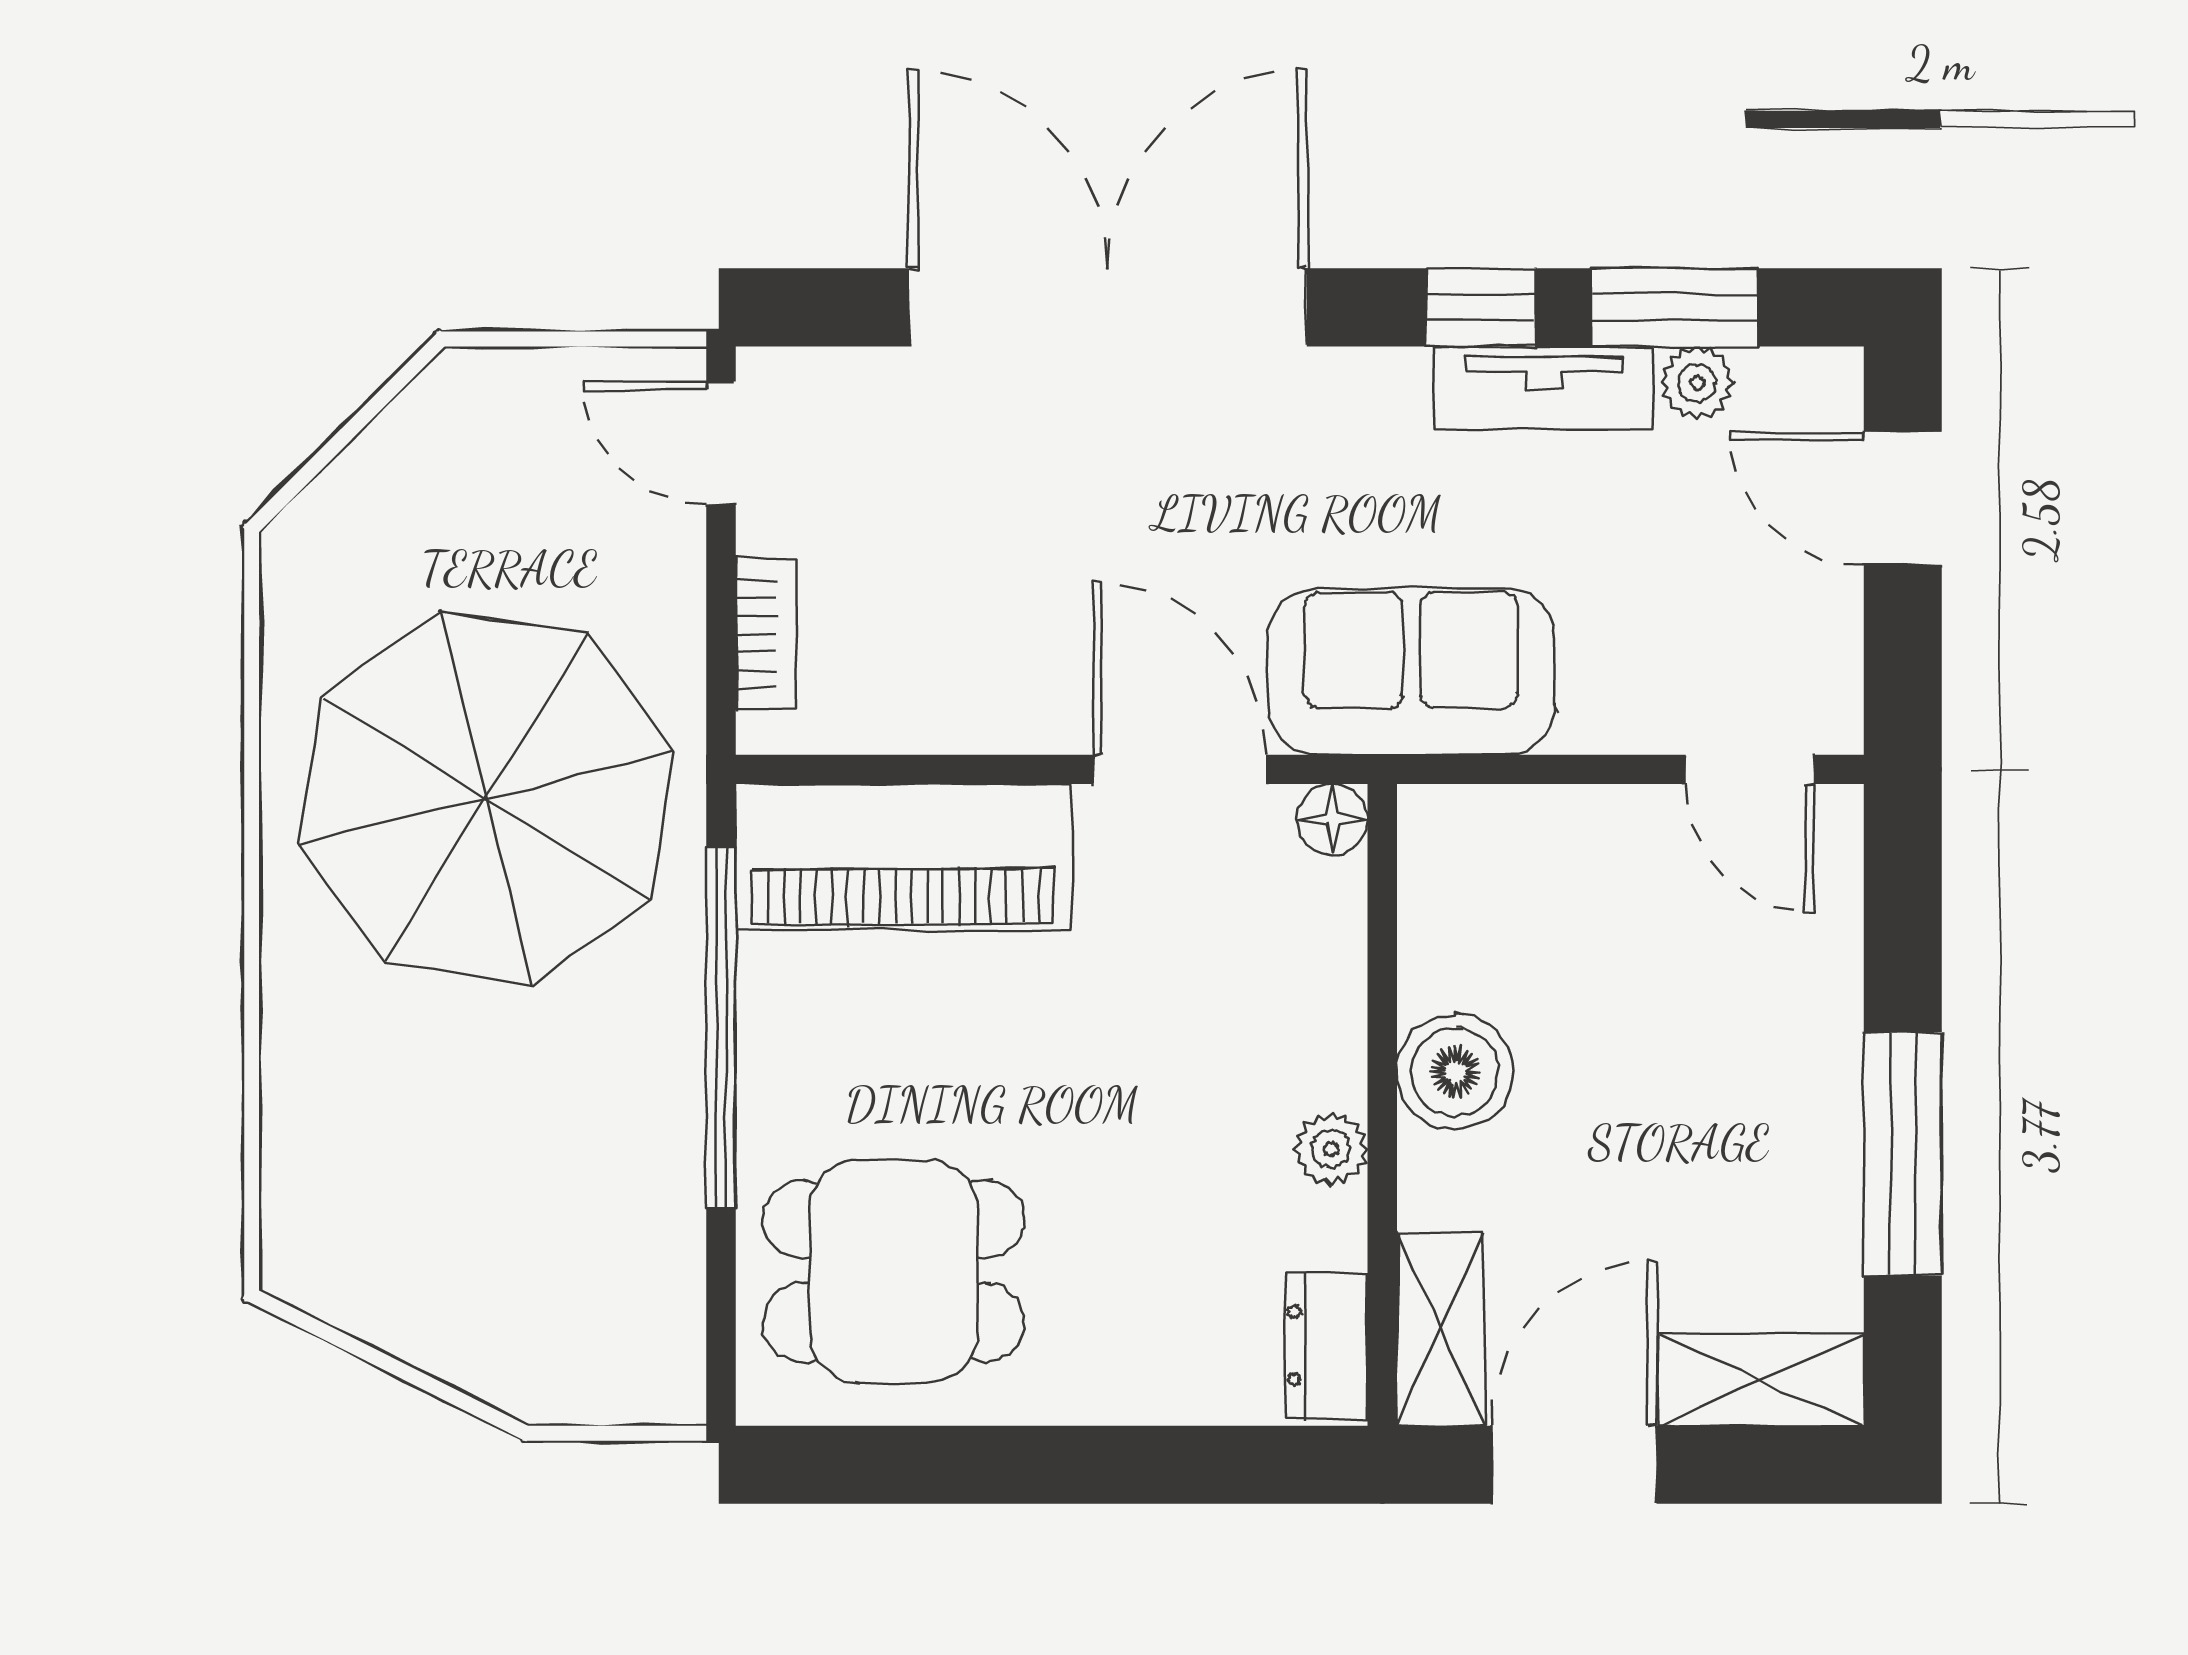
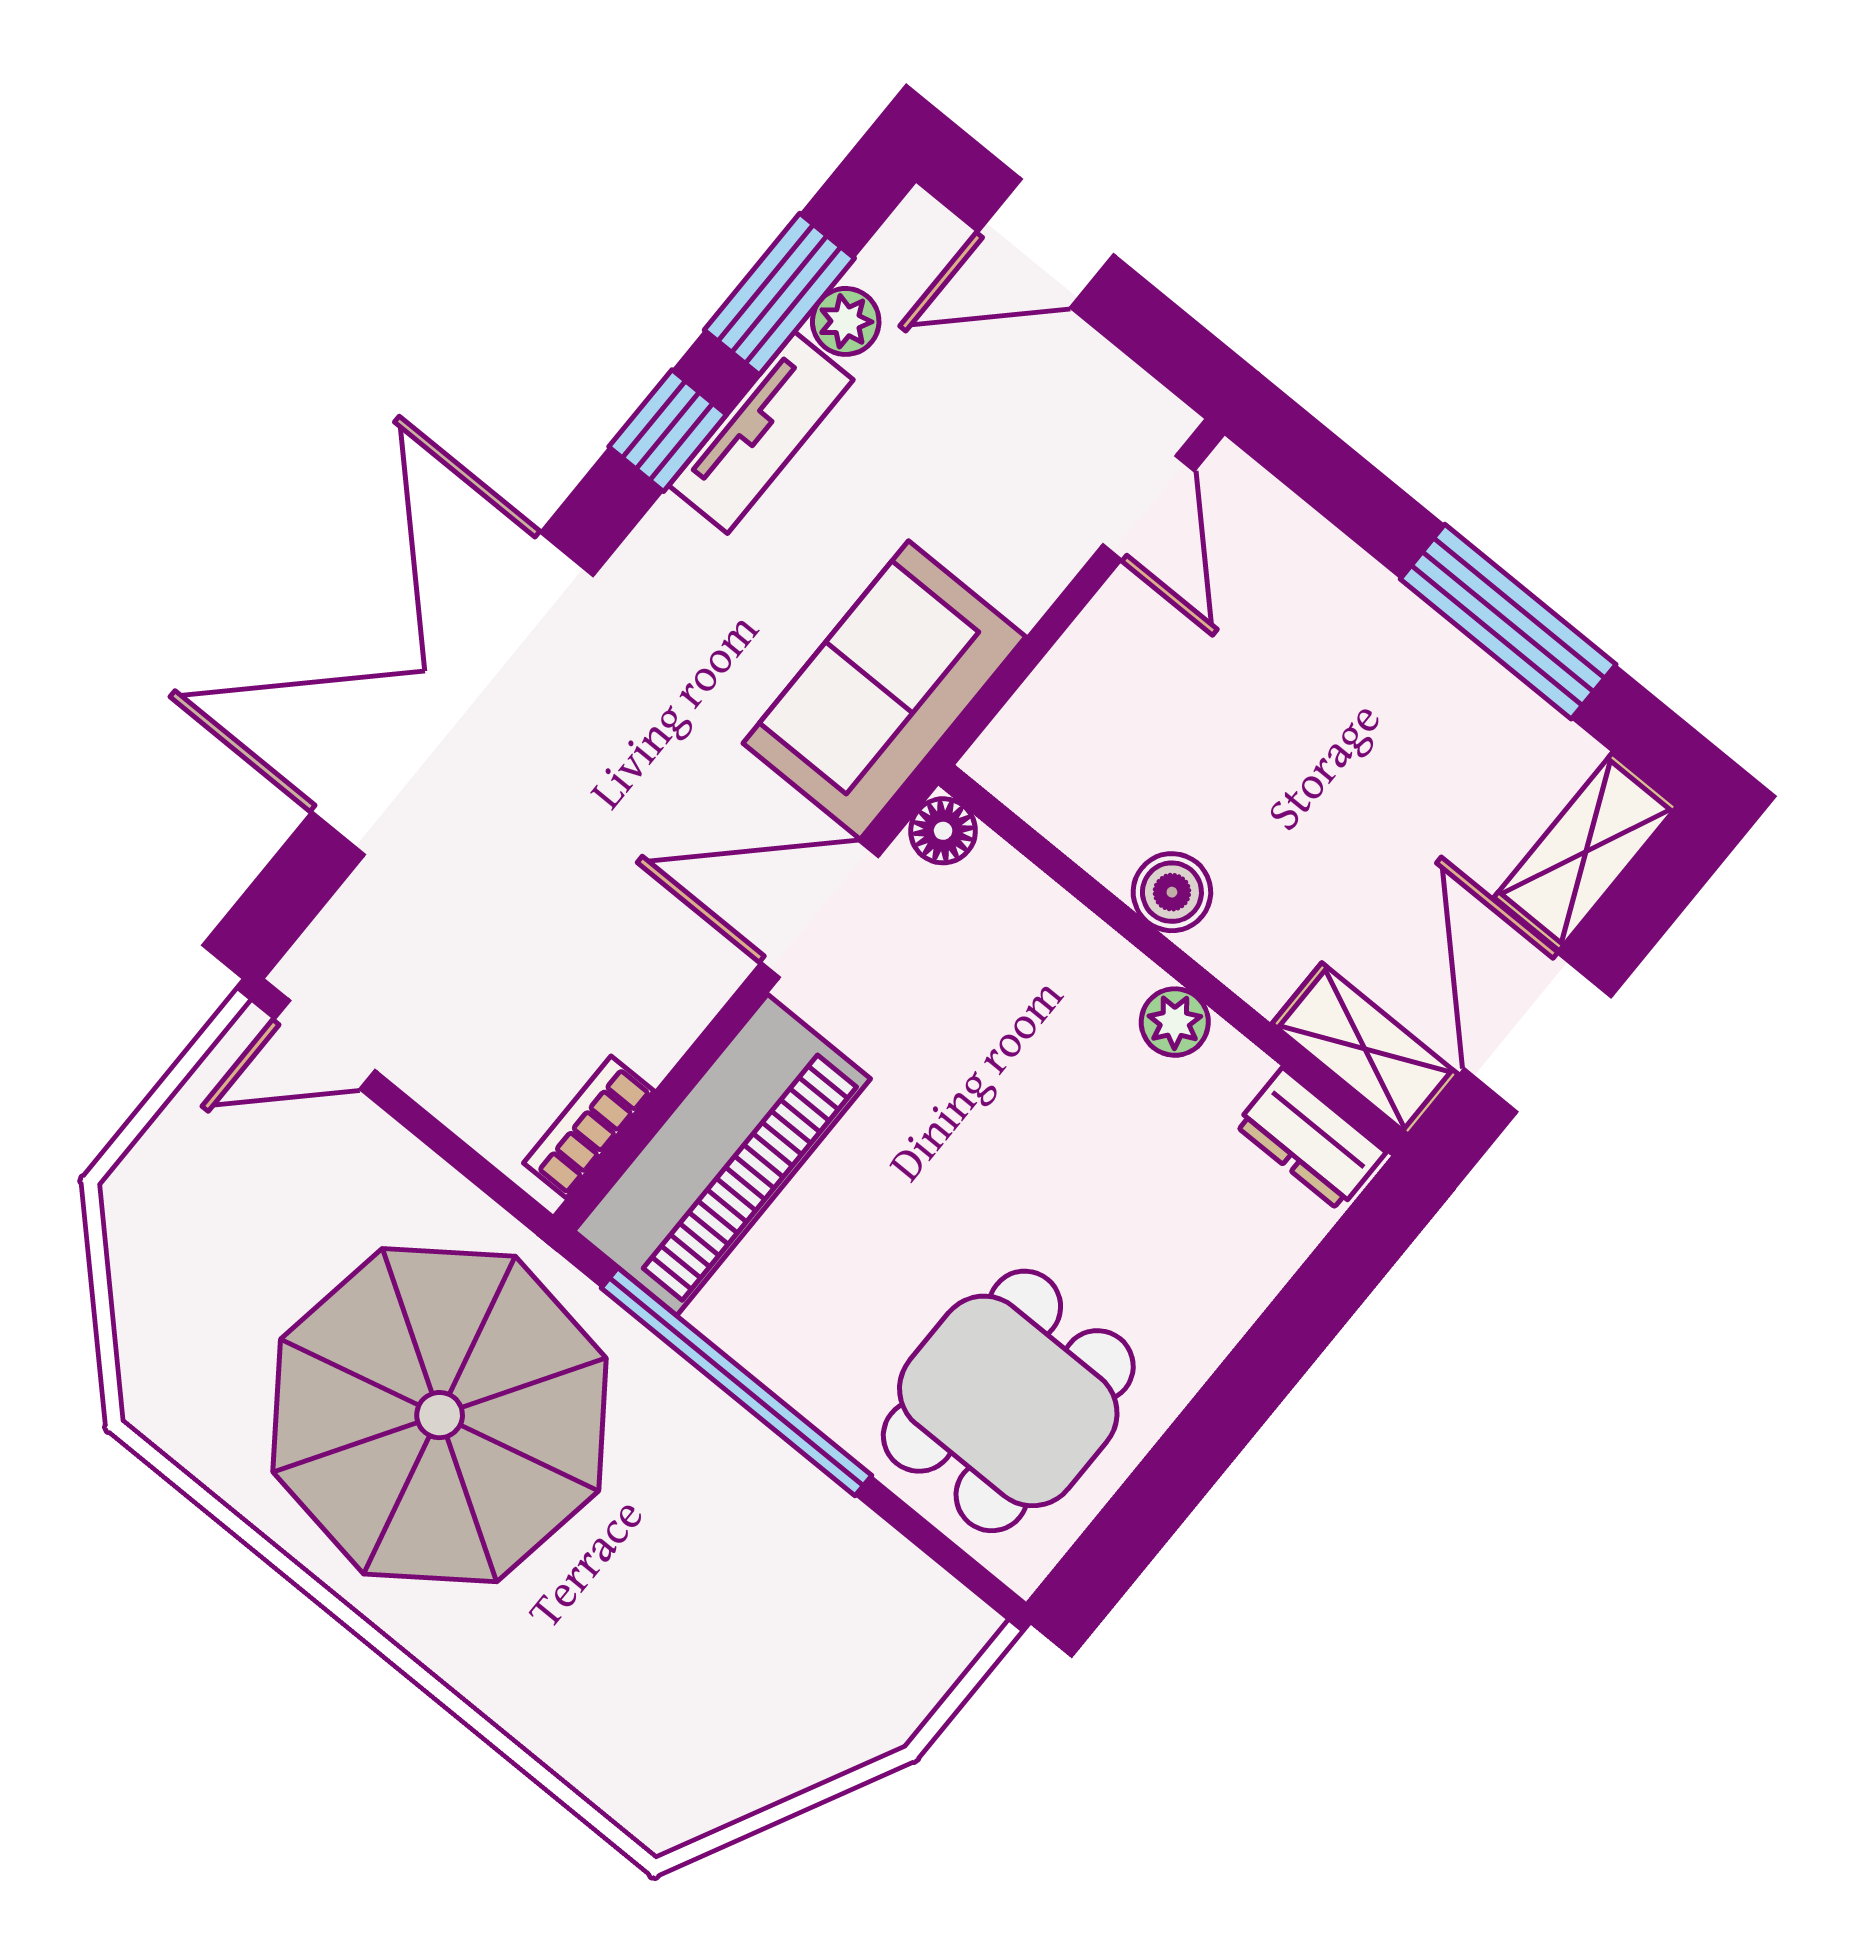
bookcase: (766, 634) -> (589, 1127), moved, turned -90
door: (1750, 769) -> (1149, 508), hinge flipped
boiler: (1455, 1072) -> (1172, 892), width x0.73, depth x0.73

